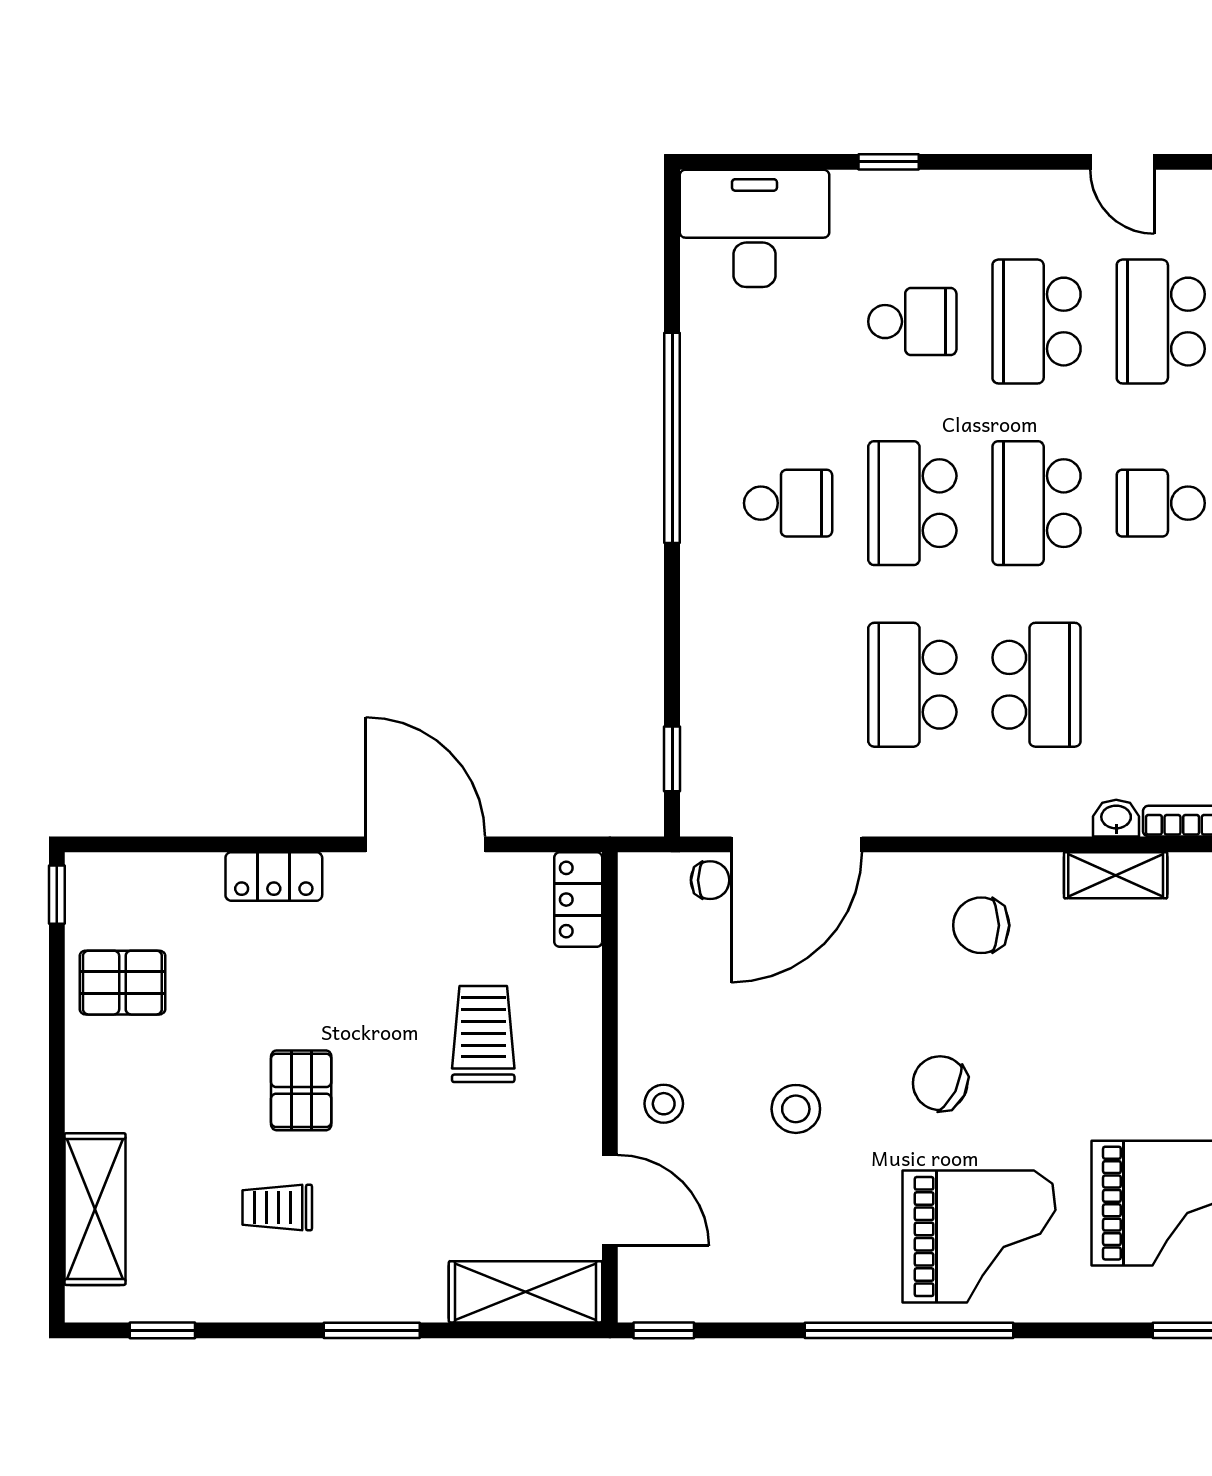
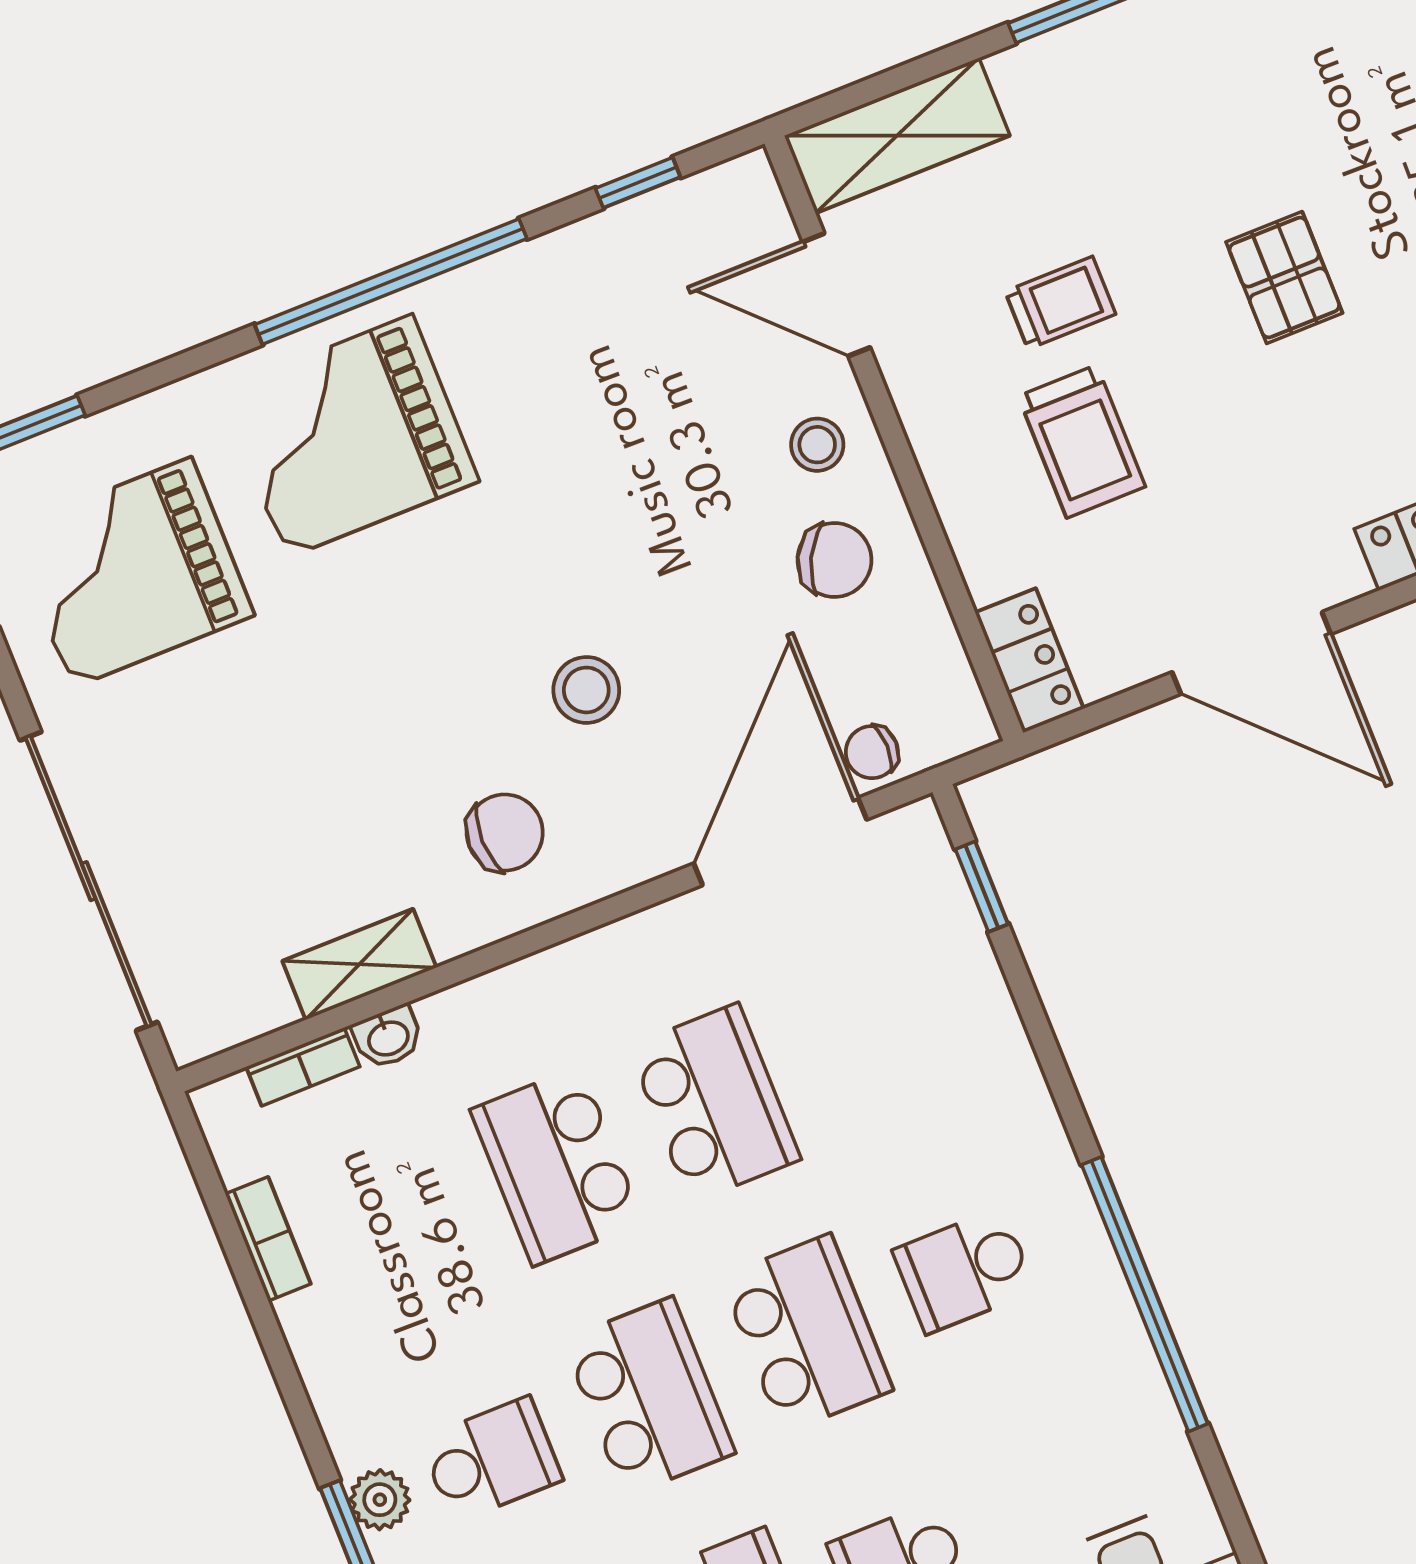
chair: (940, 1083) -> (834, 560), moved
stool: (796, 1109) -> (586, 690), moved
trolley: (277, 1207) -> (1060, 303), moved
window: (664, 1330) -> (638, 183), moved

